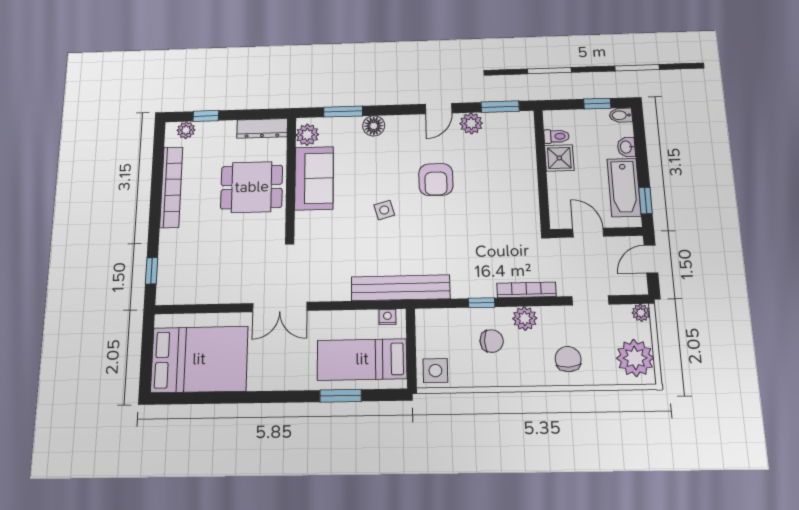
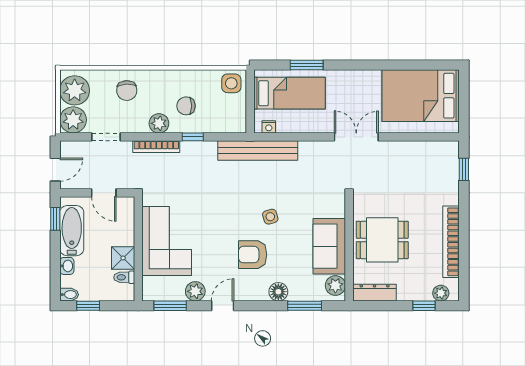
corner sofa: (508, 179) -> (167, 241), added
armchair: (436, 180) -> (253, 255), moved, turned -90
plant: (641, 313) -> (73, 120), width x1.88, depth x1.88

